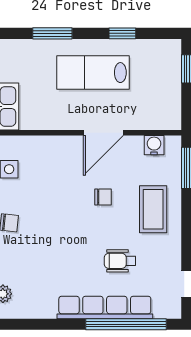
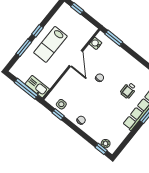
window: (122, 33) -> (38, 31), moved
coffee table: (153, 209) -> (119, 63), removed

